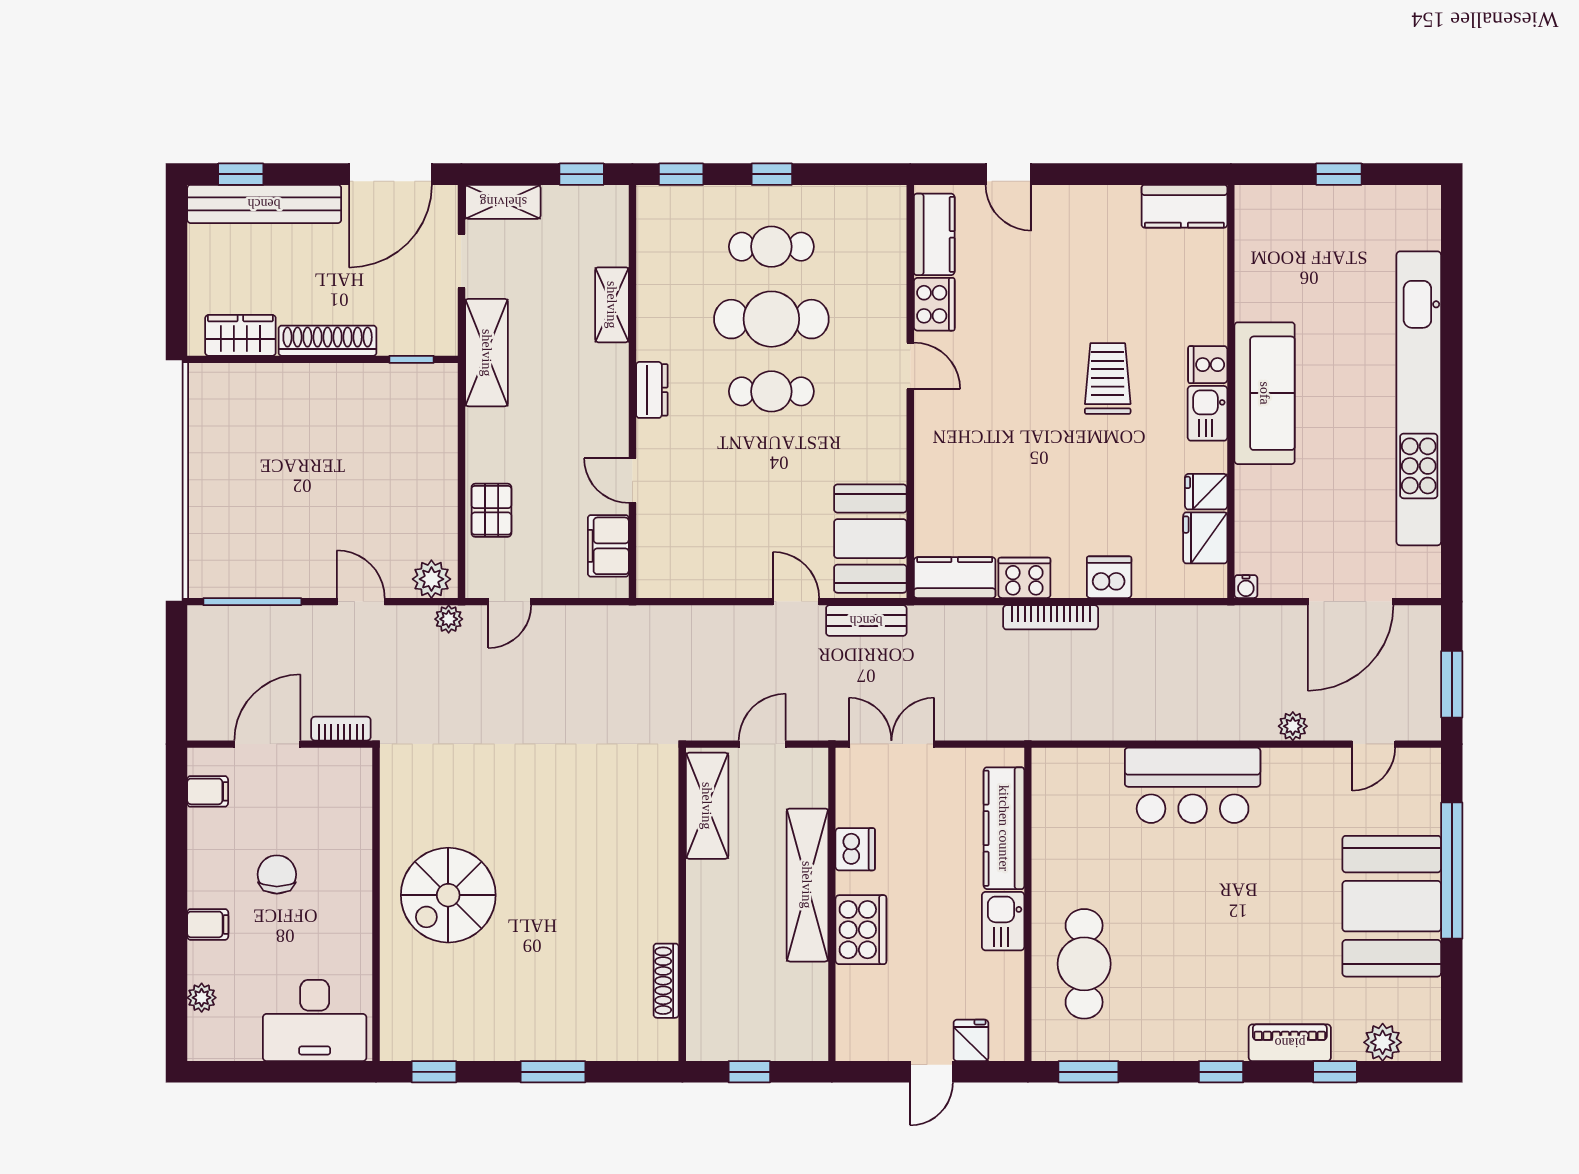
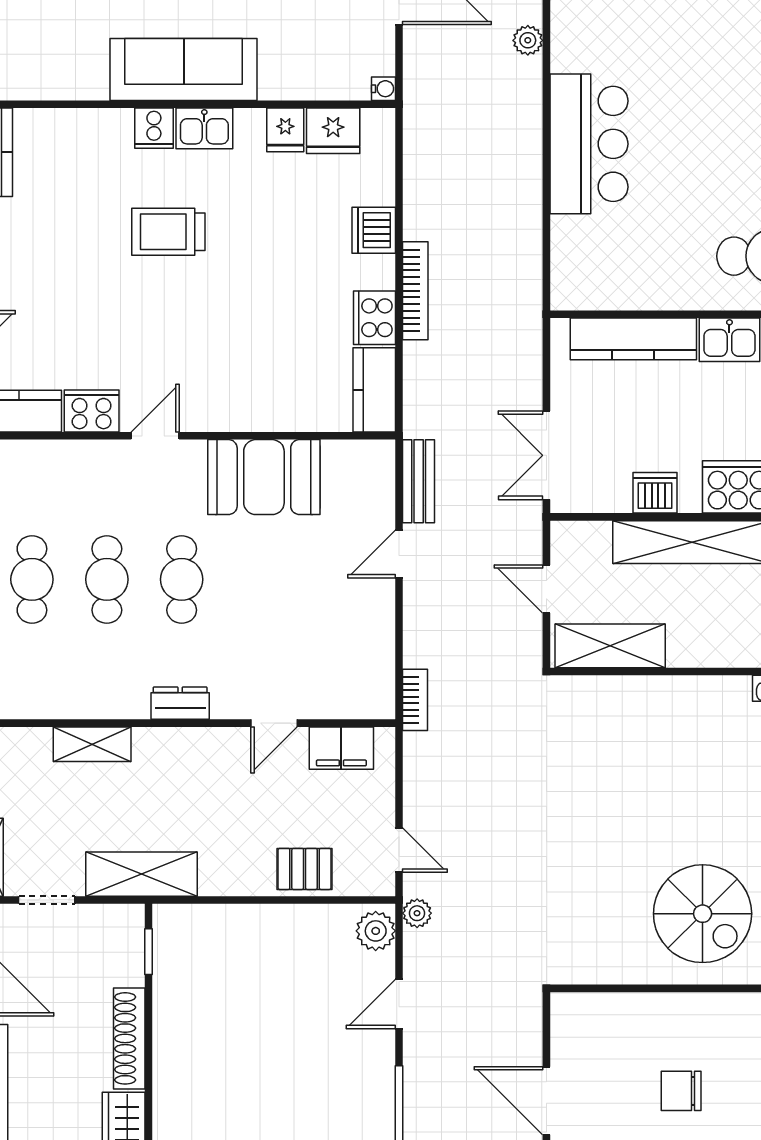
cafe table: (771, 319) -> (107, 579), width x0.73, depth x0.74
booth: (870, 539) -> (264, 477), moved
bookcase: (341, 729) -> (415, 700), moved, turned 180

